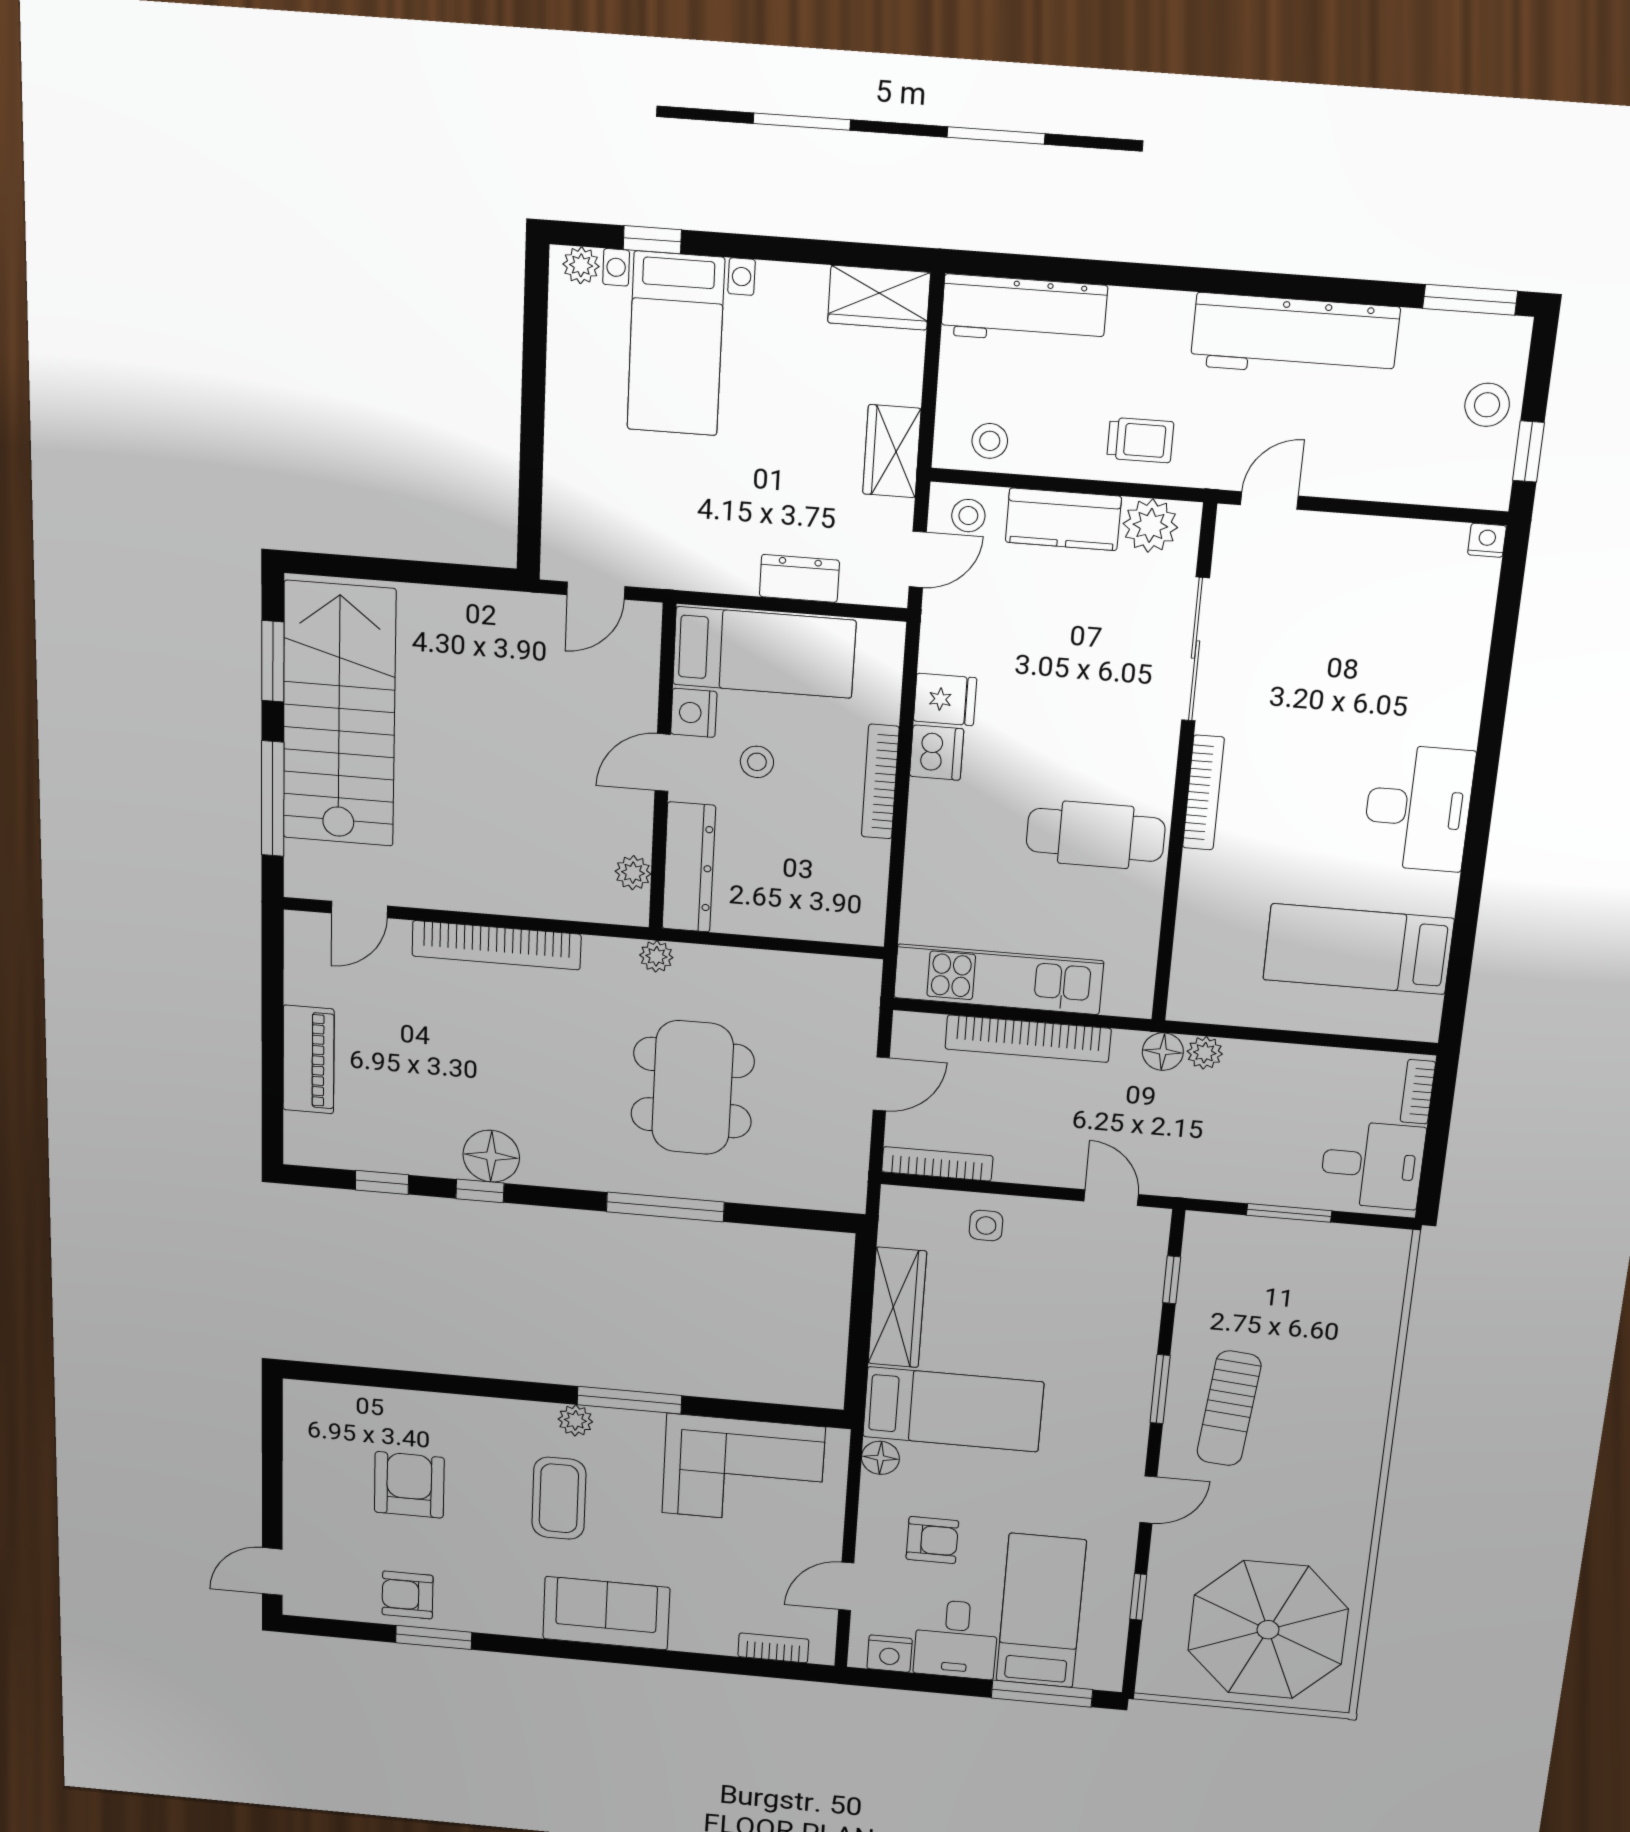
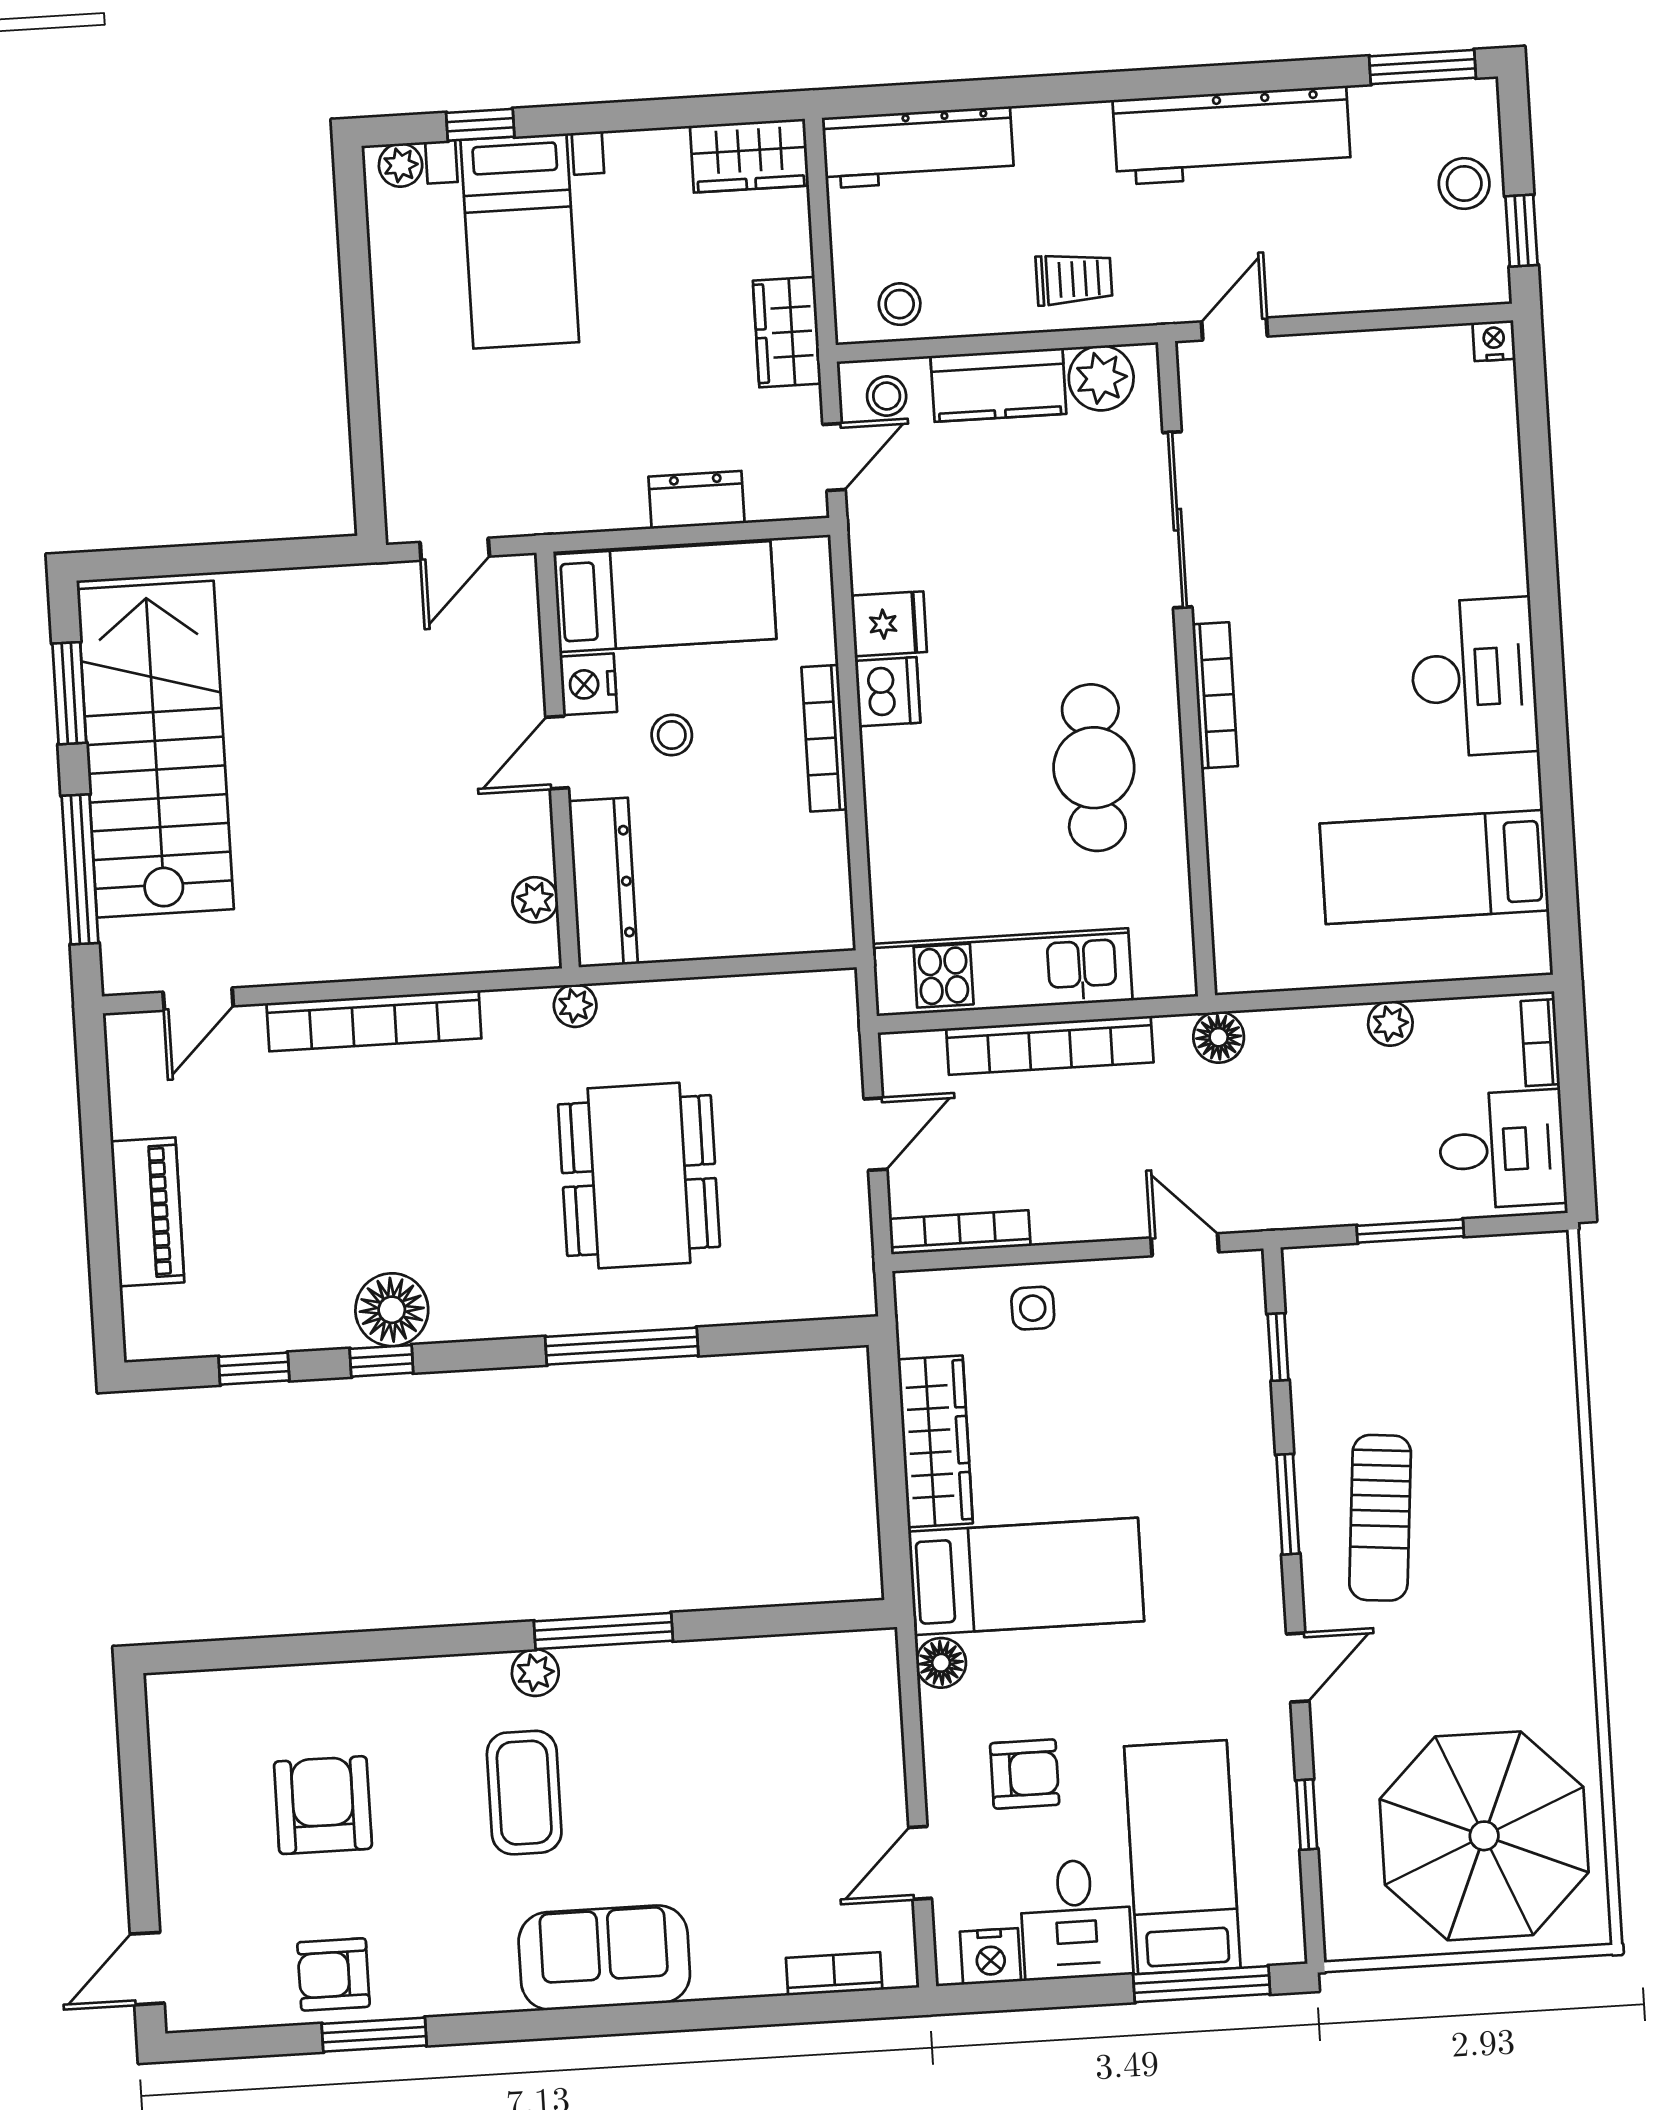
cafe table: (1096, 835) -> (1094, 768), turned 90
plant: (1205, 1053) -> (1390, 1024), moved
corner sofa: (743, 1470) -> (764, 1710), removed

